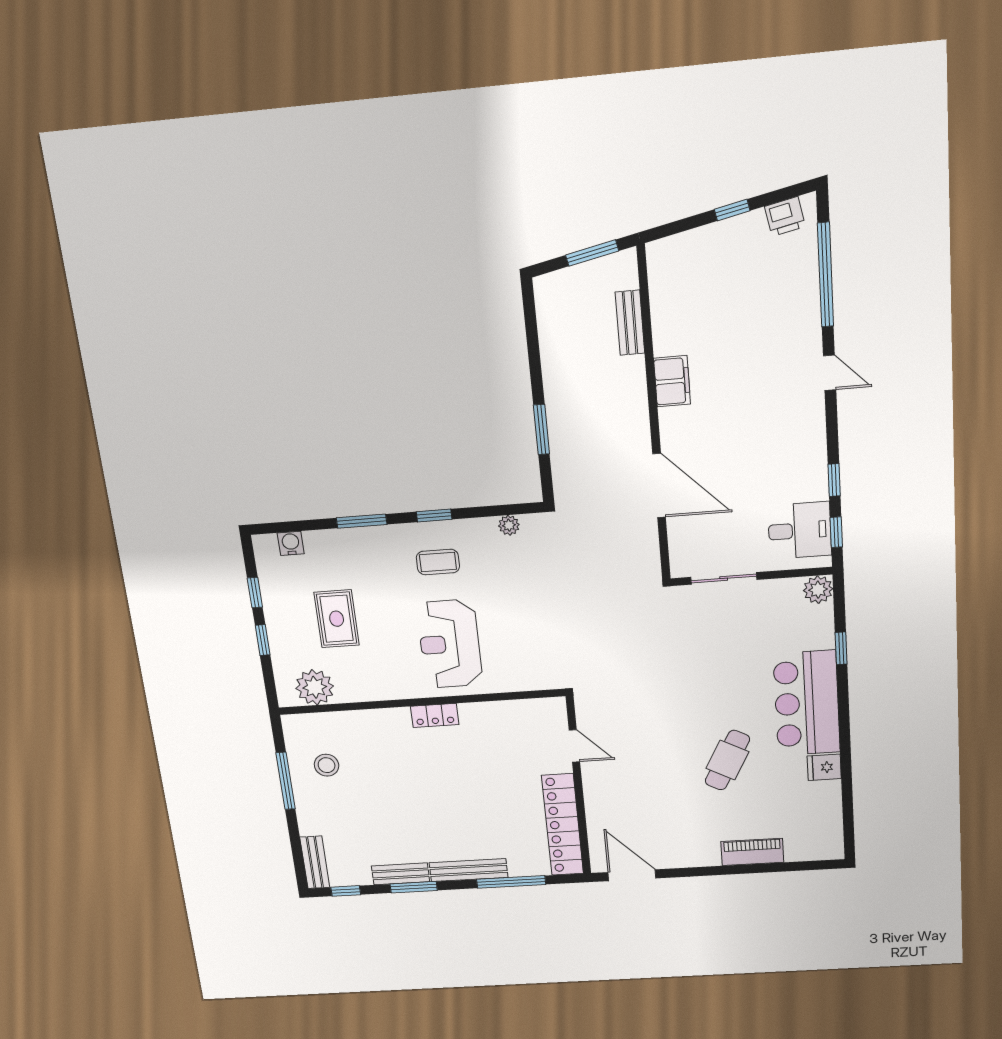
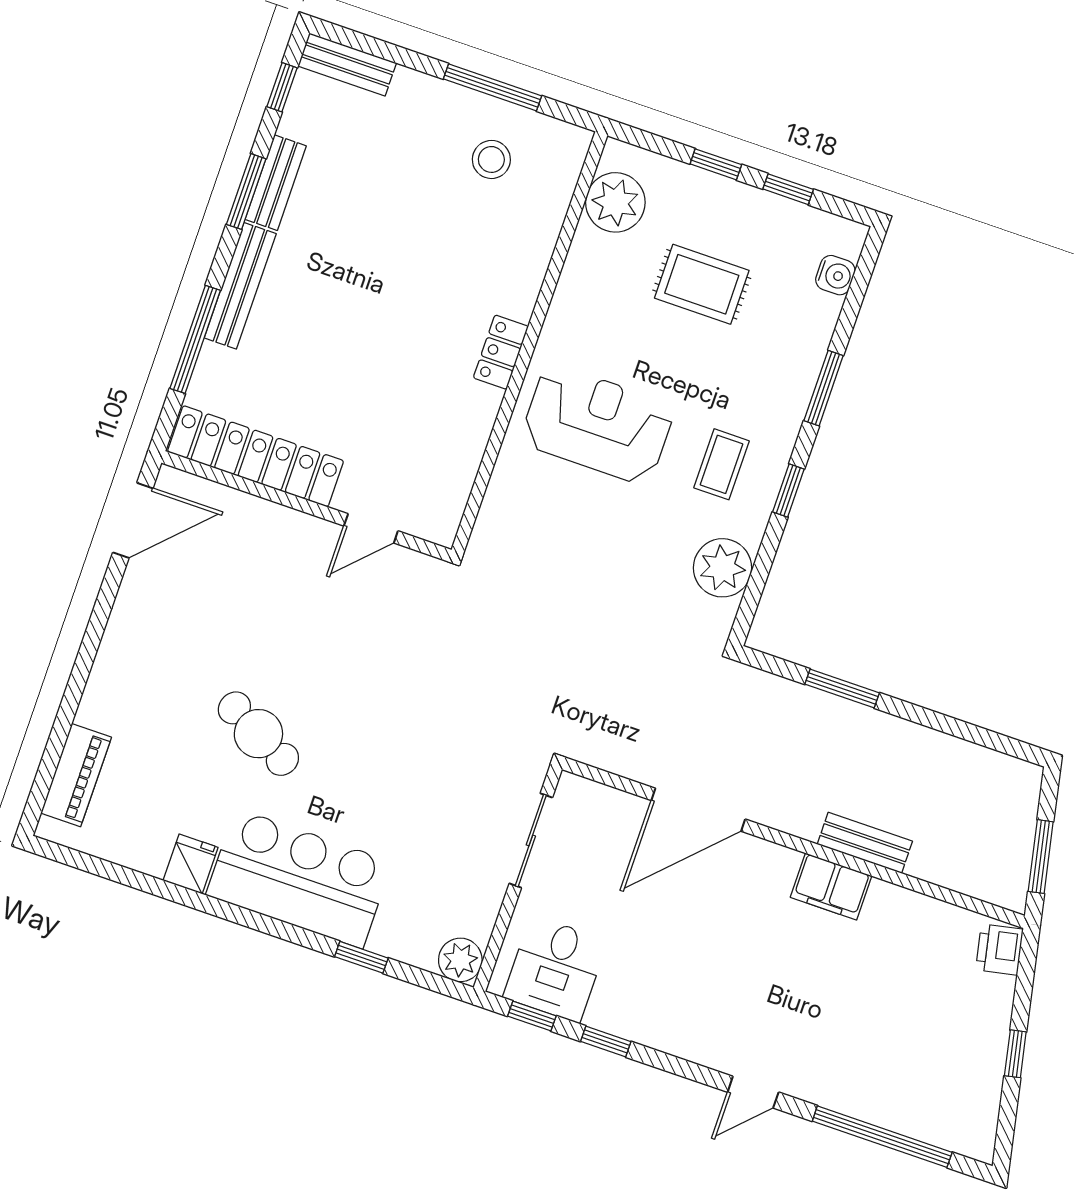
printer: (785, 216) -> (999, 950), moved
bench: (630, 323) -> (865, 843), moved
plant: (509, 525) -> (723, 568), width x1.88, depth x1.88
piano: (752, 852) -> (76, 775), moved

